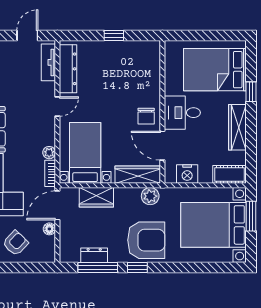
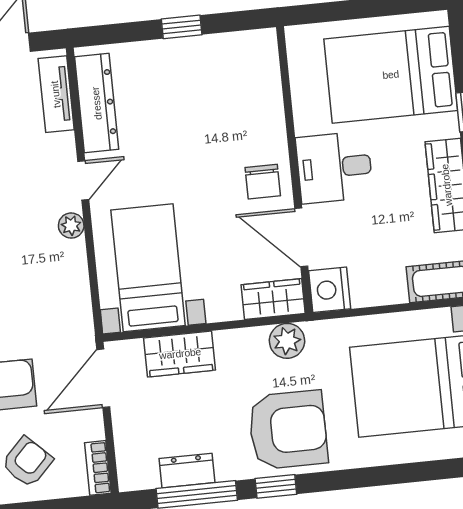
plant: (49, 153) -> (71, 226), moved
bookcase: (50, 173) -> (98, 468), moved
nightstand: (187, 174) -> (330, 290), moved, turned 90
wardrobe: (138, 175) -> (273, 299), width x0.67
floor lamp: (49, 229) -> (92, 427), removed

